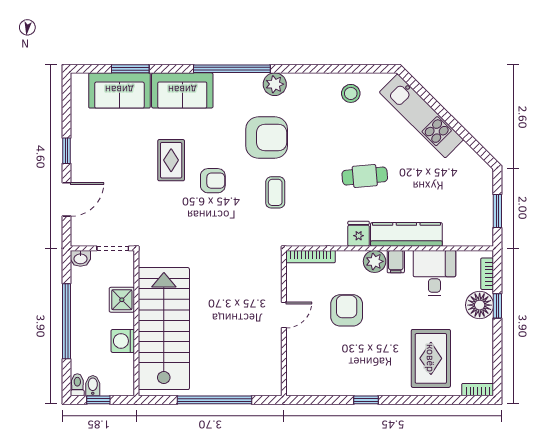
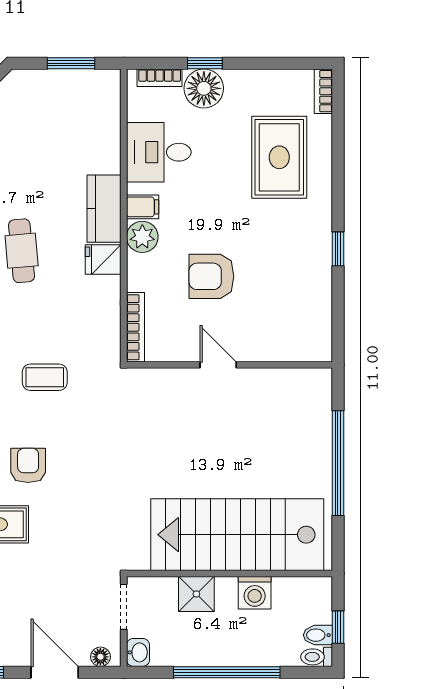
floor lamp: (77, 232) -> (100, 657), added
kitchen counter: (406, 234) -> (104, 209), width x0.67
rug: (431, 358) -> (279, 157), turned 90

